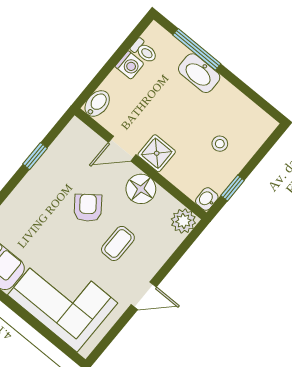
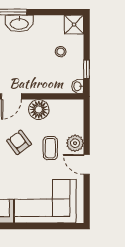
shower: (157, 153) -> (74, 25), moved
plant: (183, 221) -> (75, 143), moved
door: (144, 296) -> (87, 164), swing flipped

